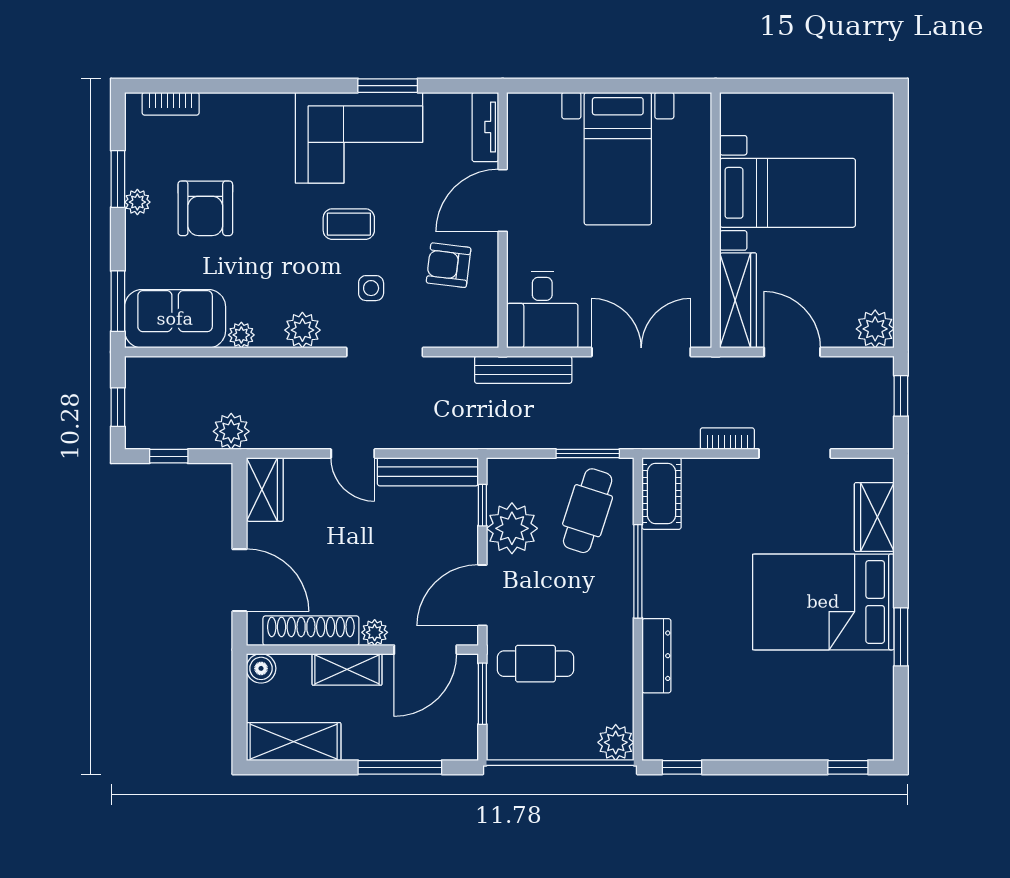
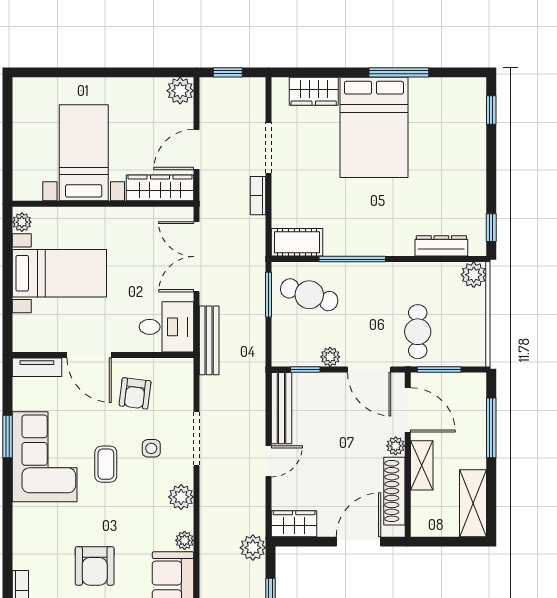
plant: (690, 106) -> (22, 222), added
armchair: (205, 208) -> (95, 566), turned 90
plant: (512, 528) -> (330, 357), width x0.53, depth x0.53
window: (901, 637) -> (399, 72), width x1.44
dresser: (656, 656) -> (441, 246), moved
boiler: (261, 668) -> (421, 526), removed

